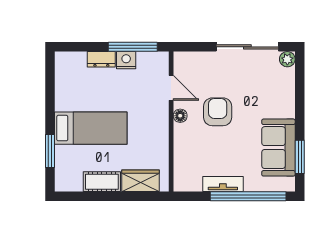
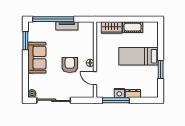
armchair: (218, 112) -> (70, 65), turned 180
sofa: (278, 148) -> (37, 58), moved
window: (50, 151) -> (161, 70), moved

